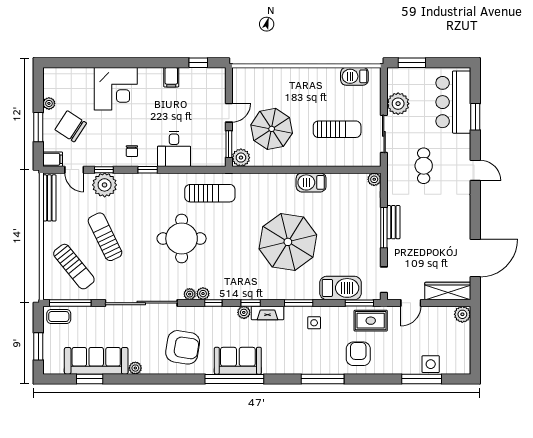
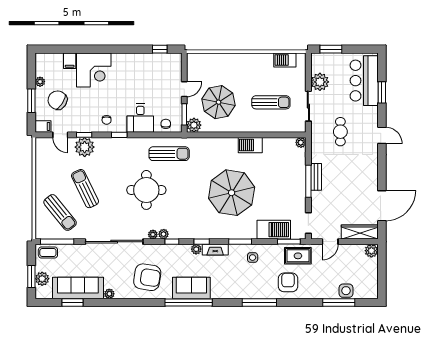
filing cabinet: (171, 77) -> (70, 61), moved
chair: (206, 156) -> (166, 124), added
bench: (49, 198) -> (40, 157), removed
plant: (52, 349) -> (42, 279), added

